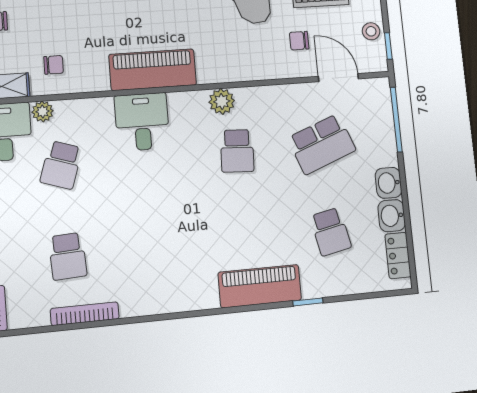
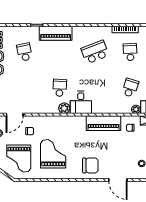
piano: (153, 70) -> (104, 123), moved
door: (338, 78) -> (15, 115), hinge flipped
desk: (142, 122) -> (81, 102), moved
school desk: (322, 144) -> (95, 52), moved

